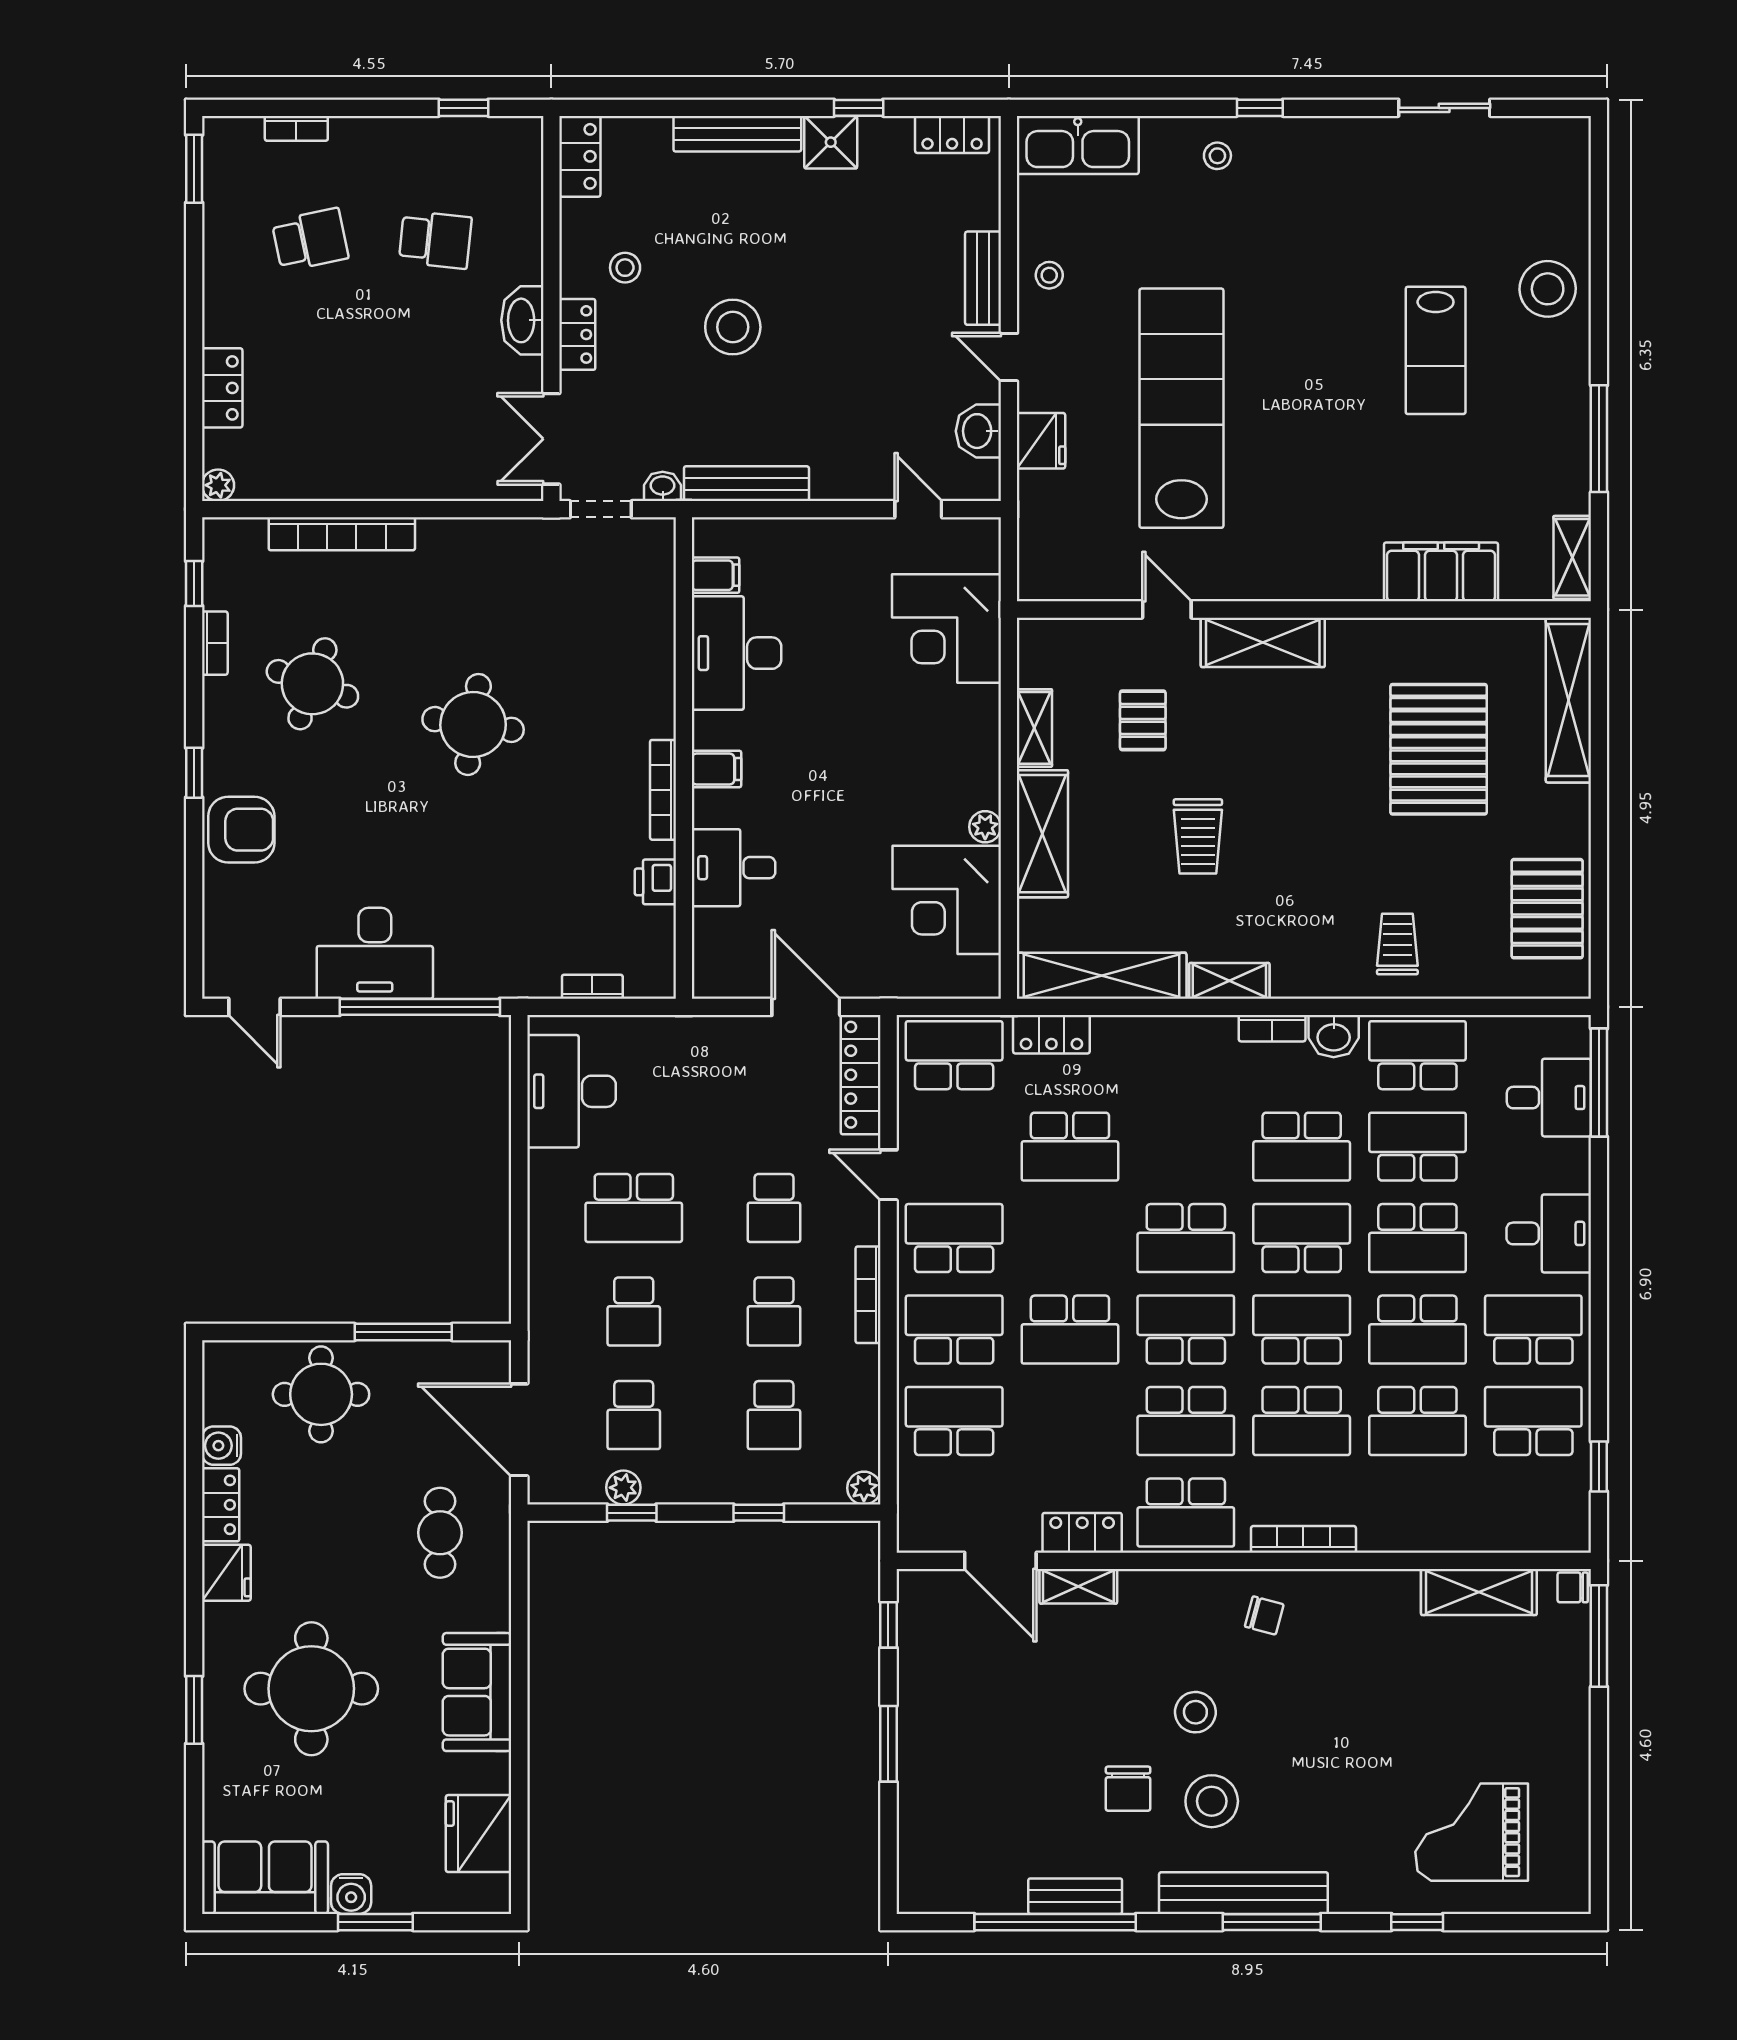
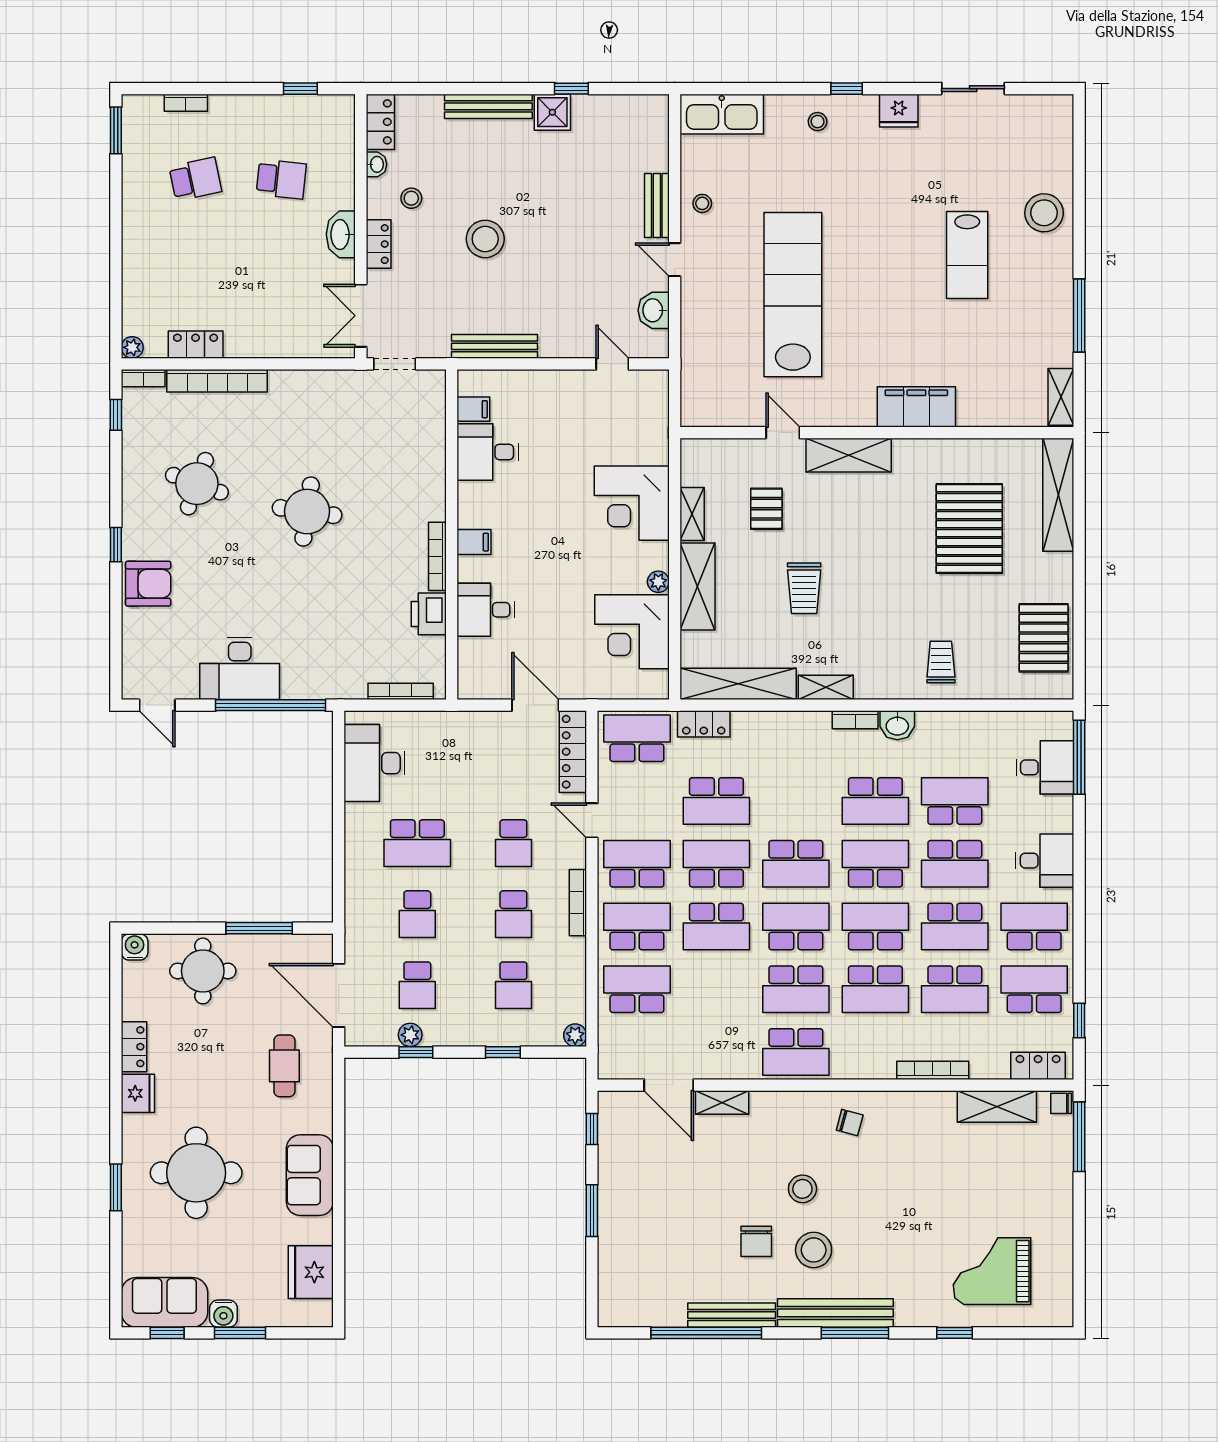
locker: (952, 134) -> (636, 107), removed
locker: (222, 388) -> (196, 345), moved, turned -90
fridge: (1041, 441) -> (899, 111), moved, turned 90
washbasin: (663, 486) -> (376, 164), moved, turned 90
filing cabinet: (1441, 572) -> (916, 407), moved
corner desk: (947, 629) -> (632, 503), moved
bookcase: (215, 643) -> (143, 378), moved, turned 90
desk: (736, 653) -> (488, 452), width x0.73
printer: (655, 882) -> (429, 614), width x1.36, depth x1.24
bookcase: (592, 987) -> (401, 691), width x1.56
school desk: (1417, 1055) -> (716, 864), moved
water cooler: (221, 1446) -> (135, 947), moved, turned 90
locker: (1082, 1533) -> (1038, 1066), moved
bookcase: (1303, 1539) -> (933, 1070), moved
bench: (1075, 1896) -> (732, 1315), width x1.36
window: (269, 1922) -> (167, 1333), added

